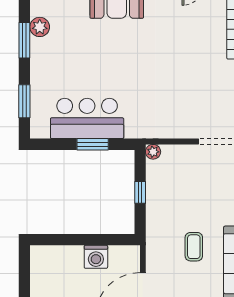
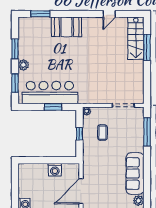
plant: (40, 27) -> (23, 65), moved
bar counter: (87, 118) -> (50, 93), width x1.36
coffee table: (194, 247) -> (102, 133), moved

